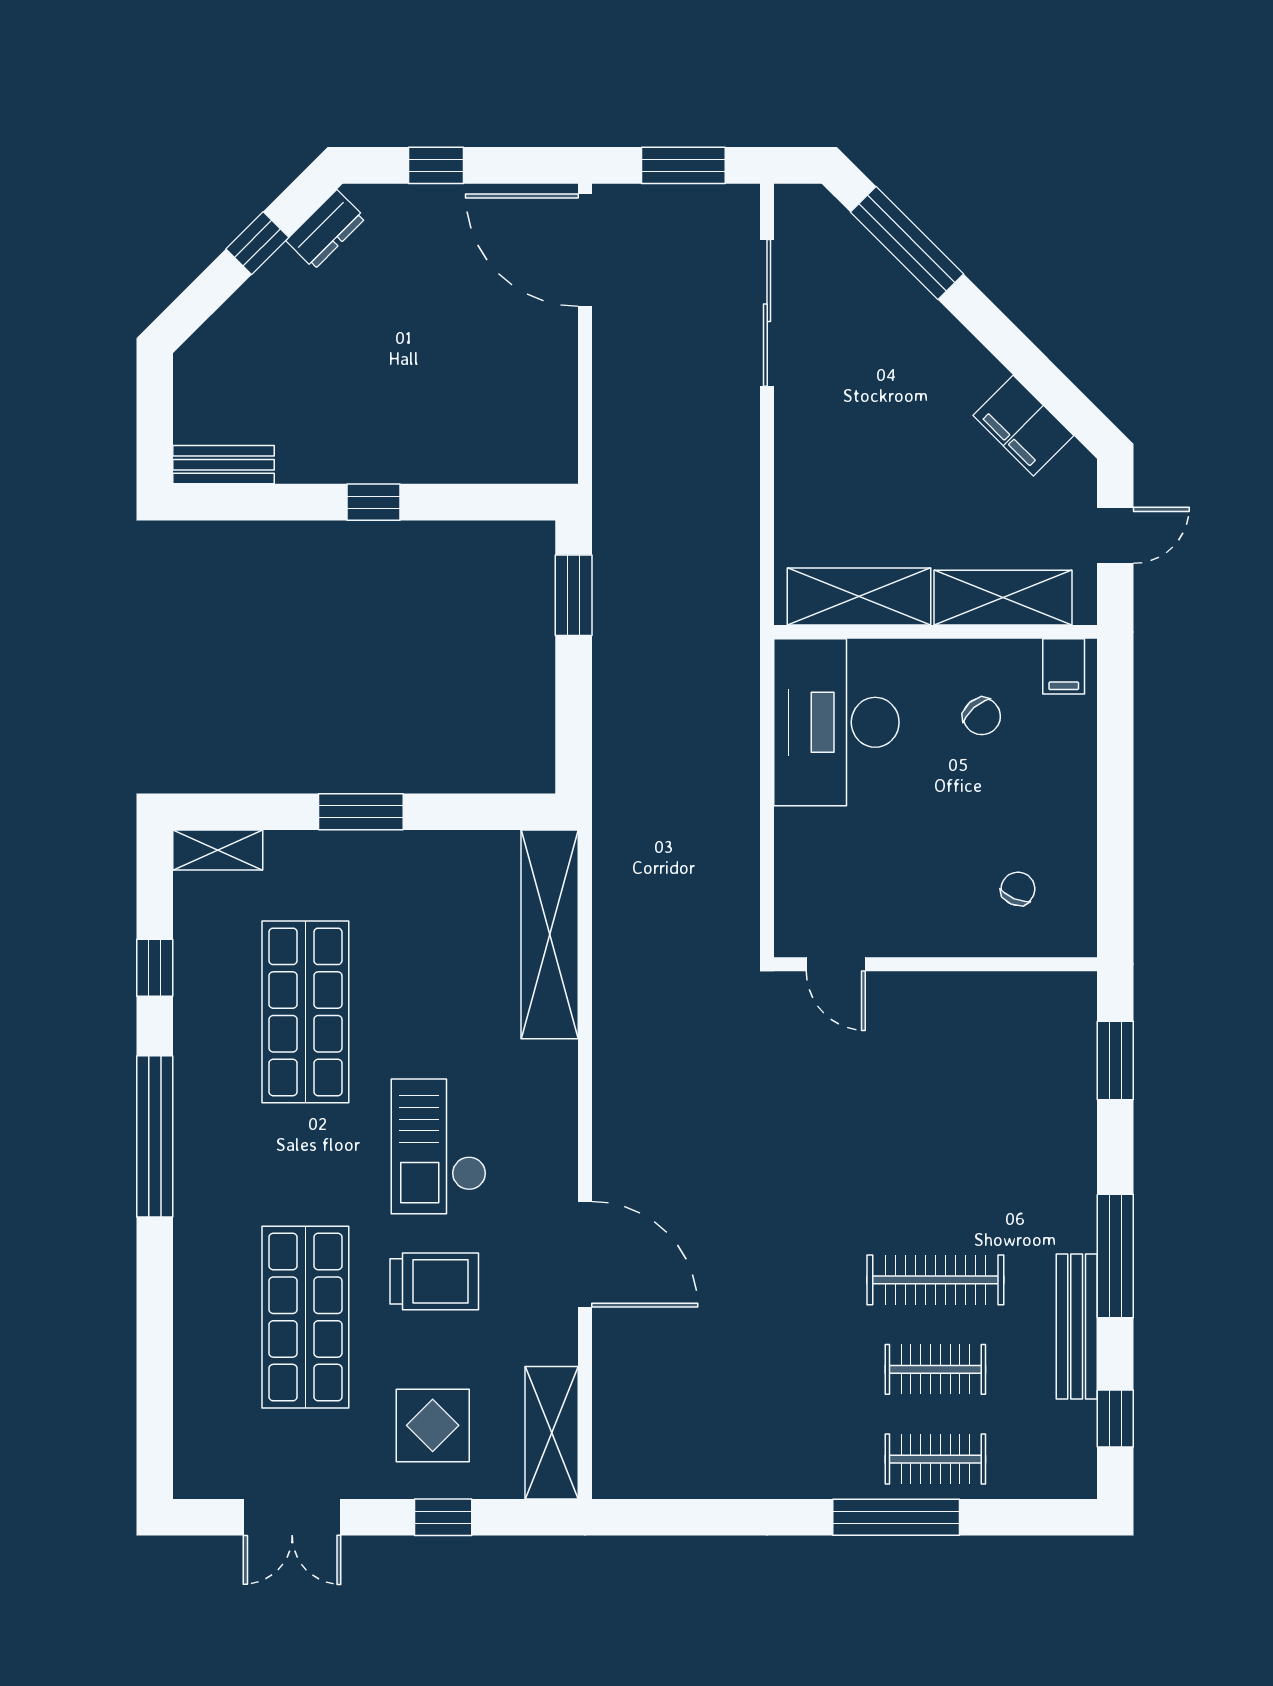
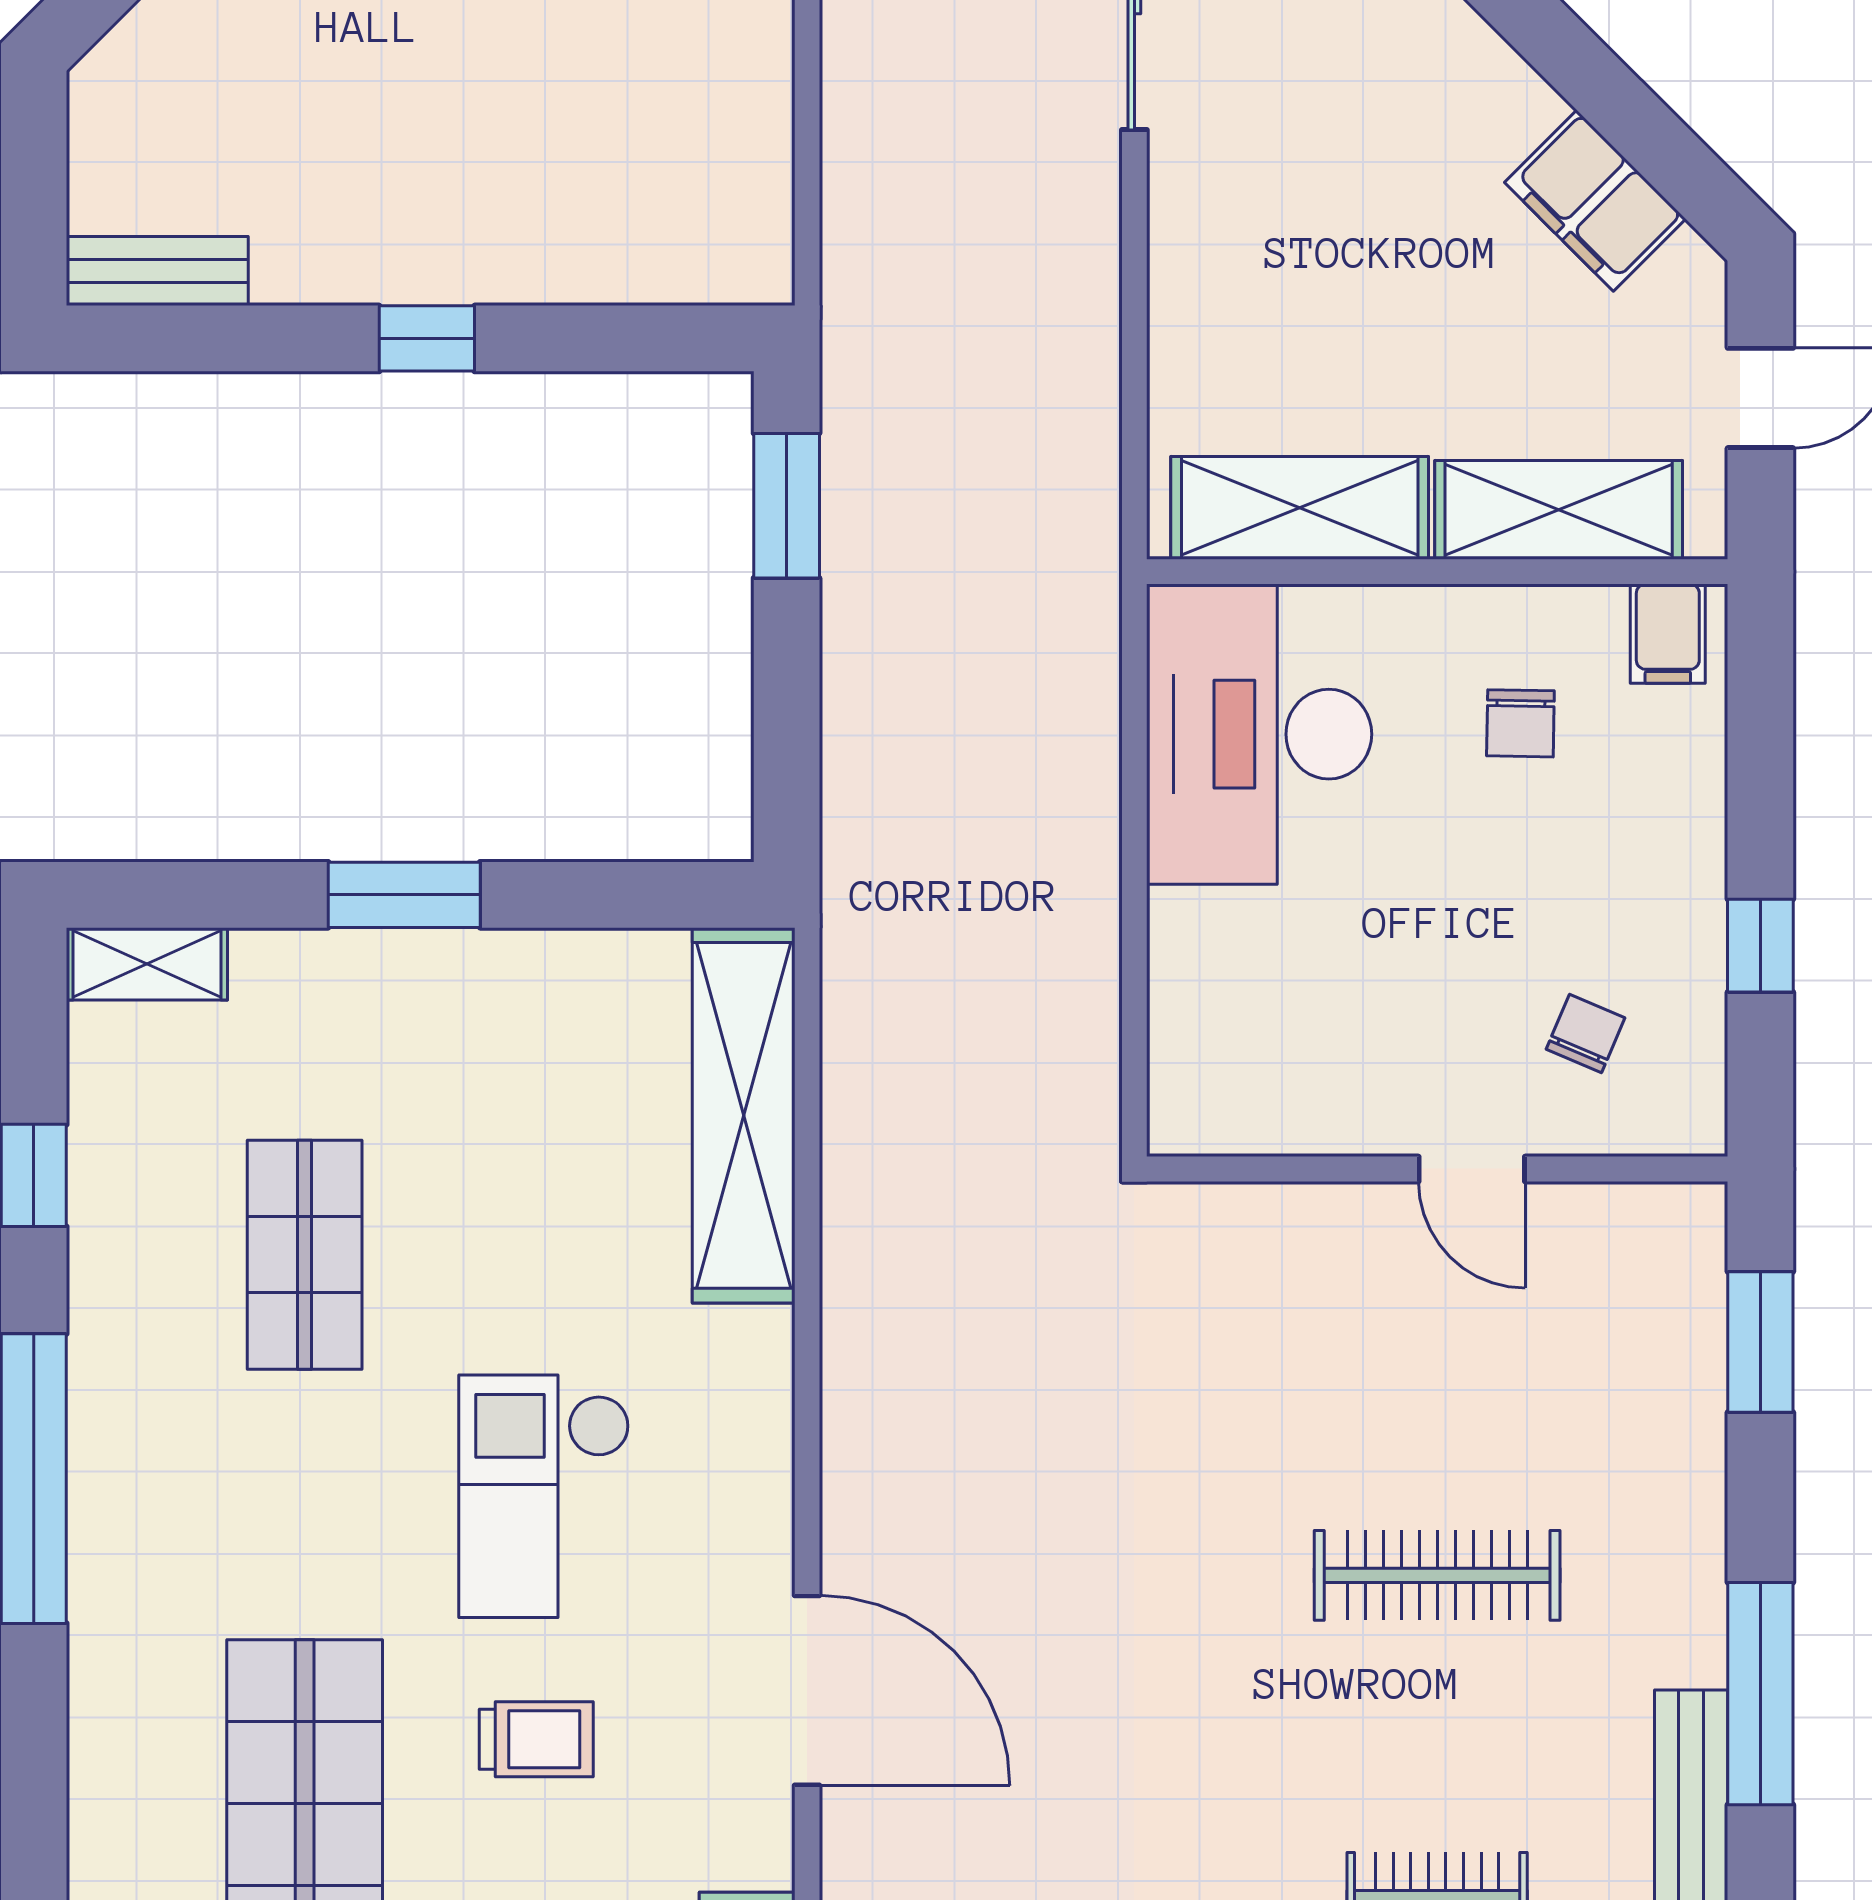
chair: (982, 716) -> (1520, 723), turned 42
window: (1115, 840) -> (1760, 946), added
door: (836, 964) -> (1472, 1169), moved
shop shelf: (305, 1012) -> (305, 1255), width x0.70, depth x0.74
clothes rail: (935, 1280) -> (1437, 1575), moved
trolley: (434, 1281) -> (536, 1739), width x0.73, depth x0.72

